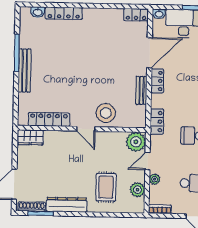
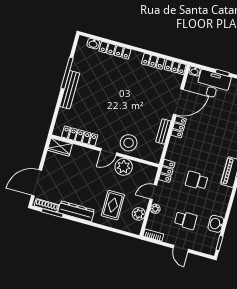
locker: (110, 15) -> (153, 61), added
locker: (157, 122) -> (167, 171), moved
door: (86, 129) -> (109, 152), hinge flipped
plant: (136, 142) -> (124, 167), moved

